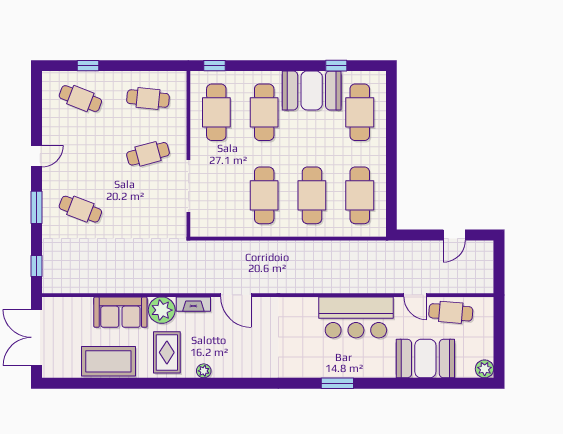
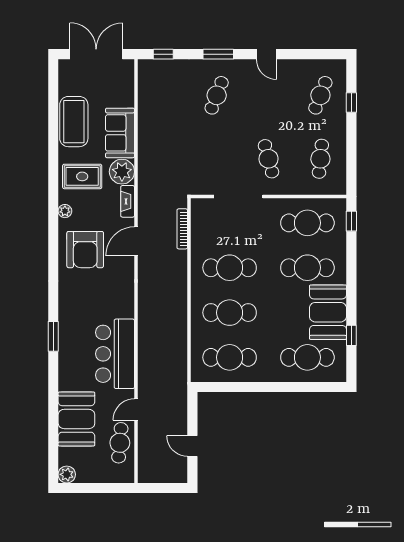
bookcase: (223, 246) -> (182, 229), added
armchair: (245, 349) -> (85, 250), added

